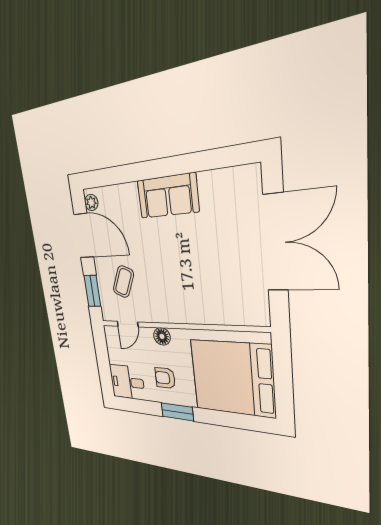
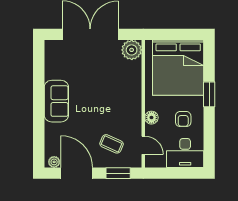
door: (84, 236) -> (77, 173), hinge flipped
plant: (254, 311) -> (132, 50), added
desk: (127, 382) -> (185, 153), width x1.37
window: (177, 412) -> (209, 94), moved

